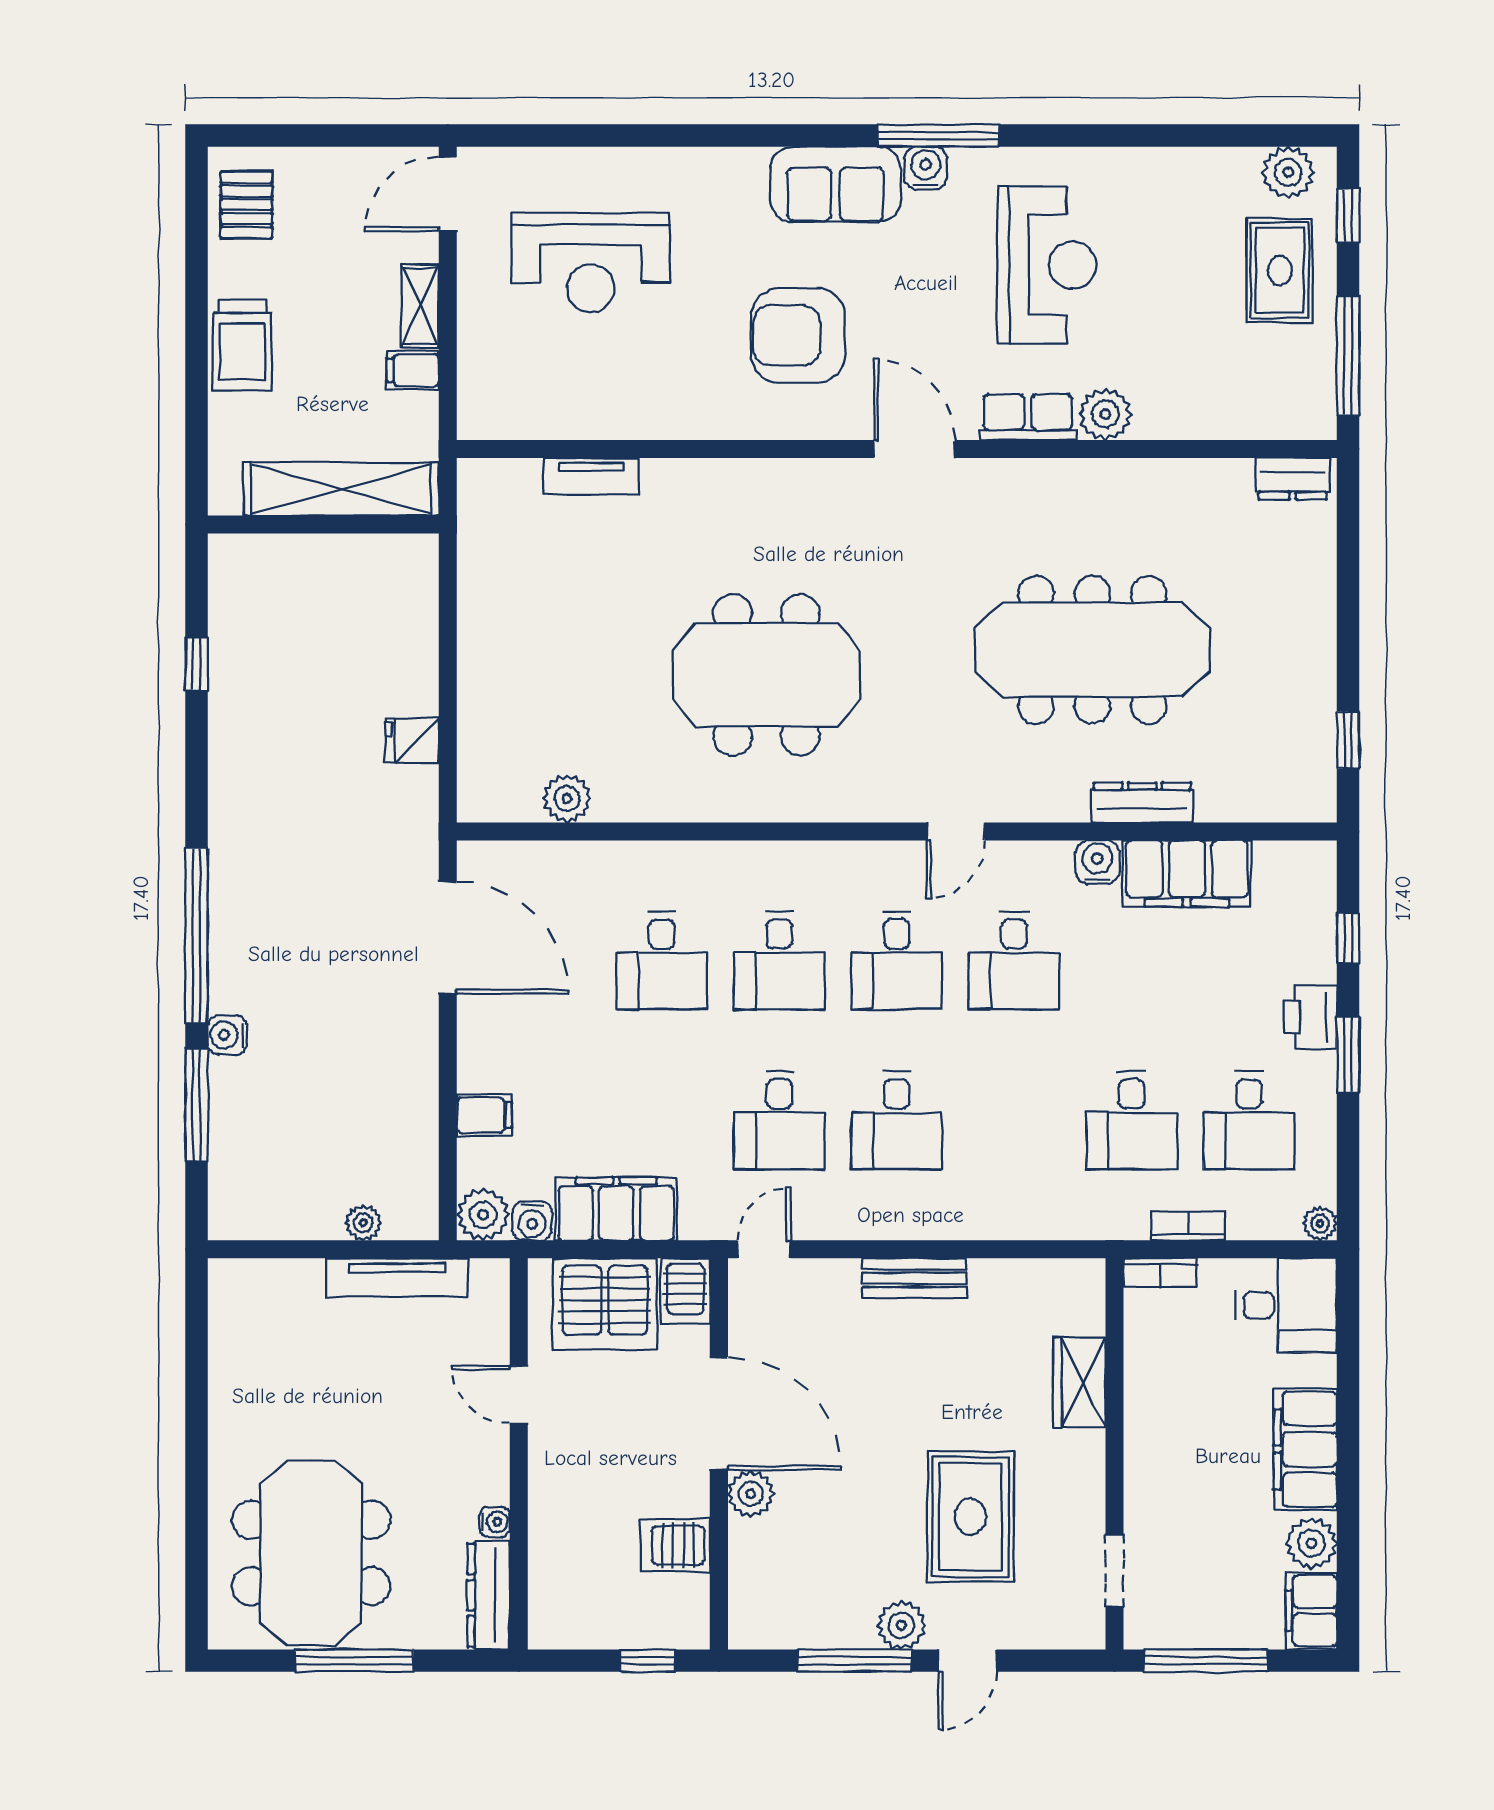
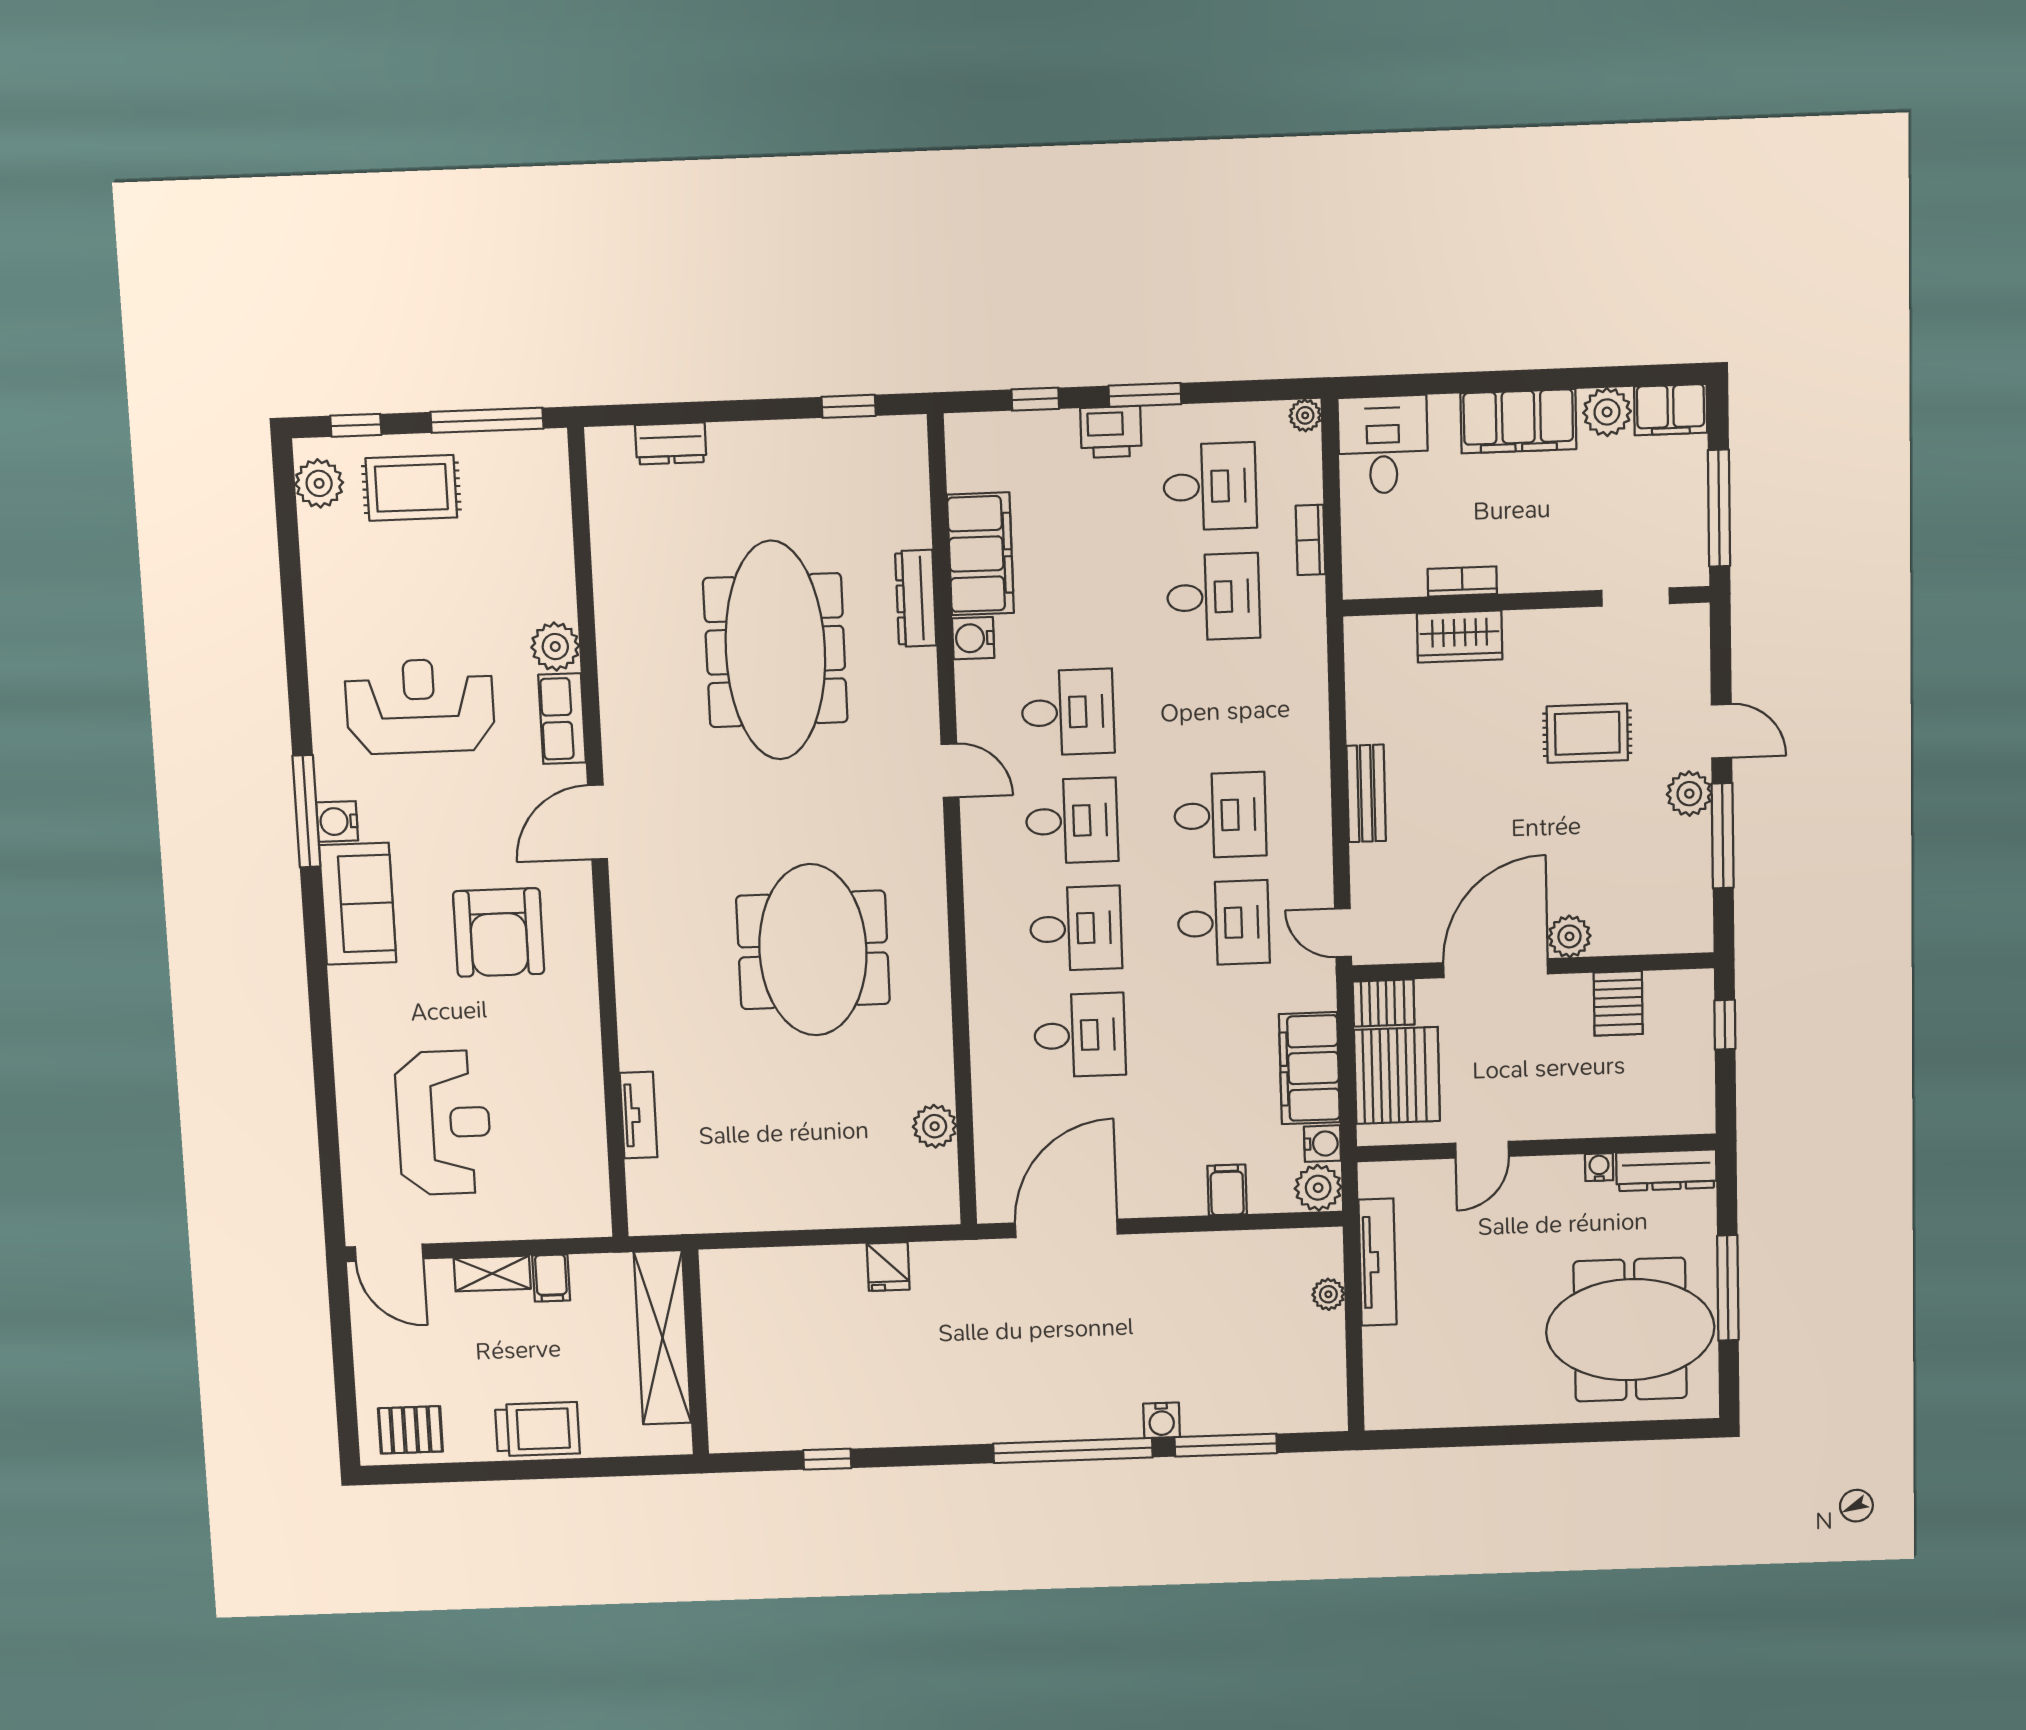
dresser: (1293, 479) -> (671, 444), moved, turned 90
bookcase: (1160, 1273) -> (1462, 581), moved, turned -90
rug: (971, 1517) -> (1587, 733), width x0.73, depth x0.70

